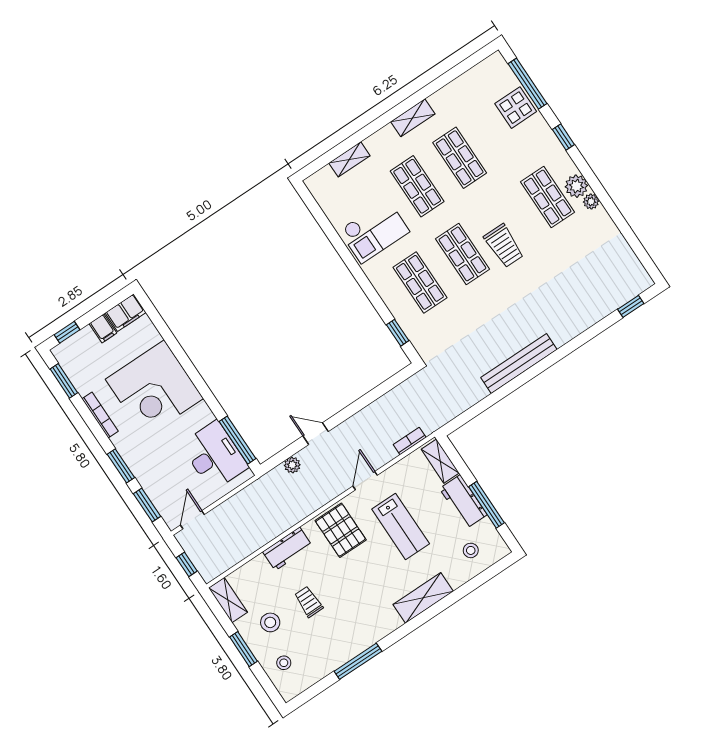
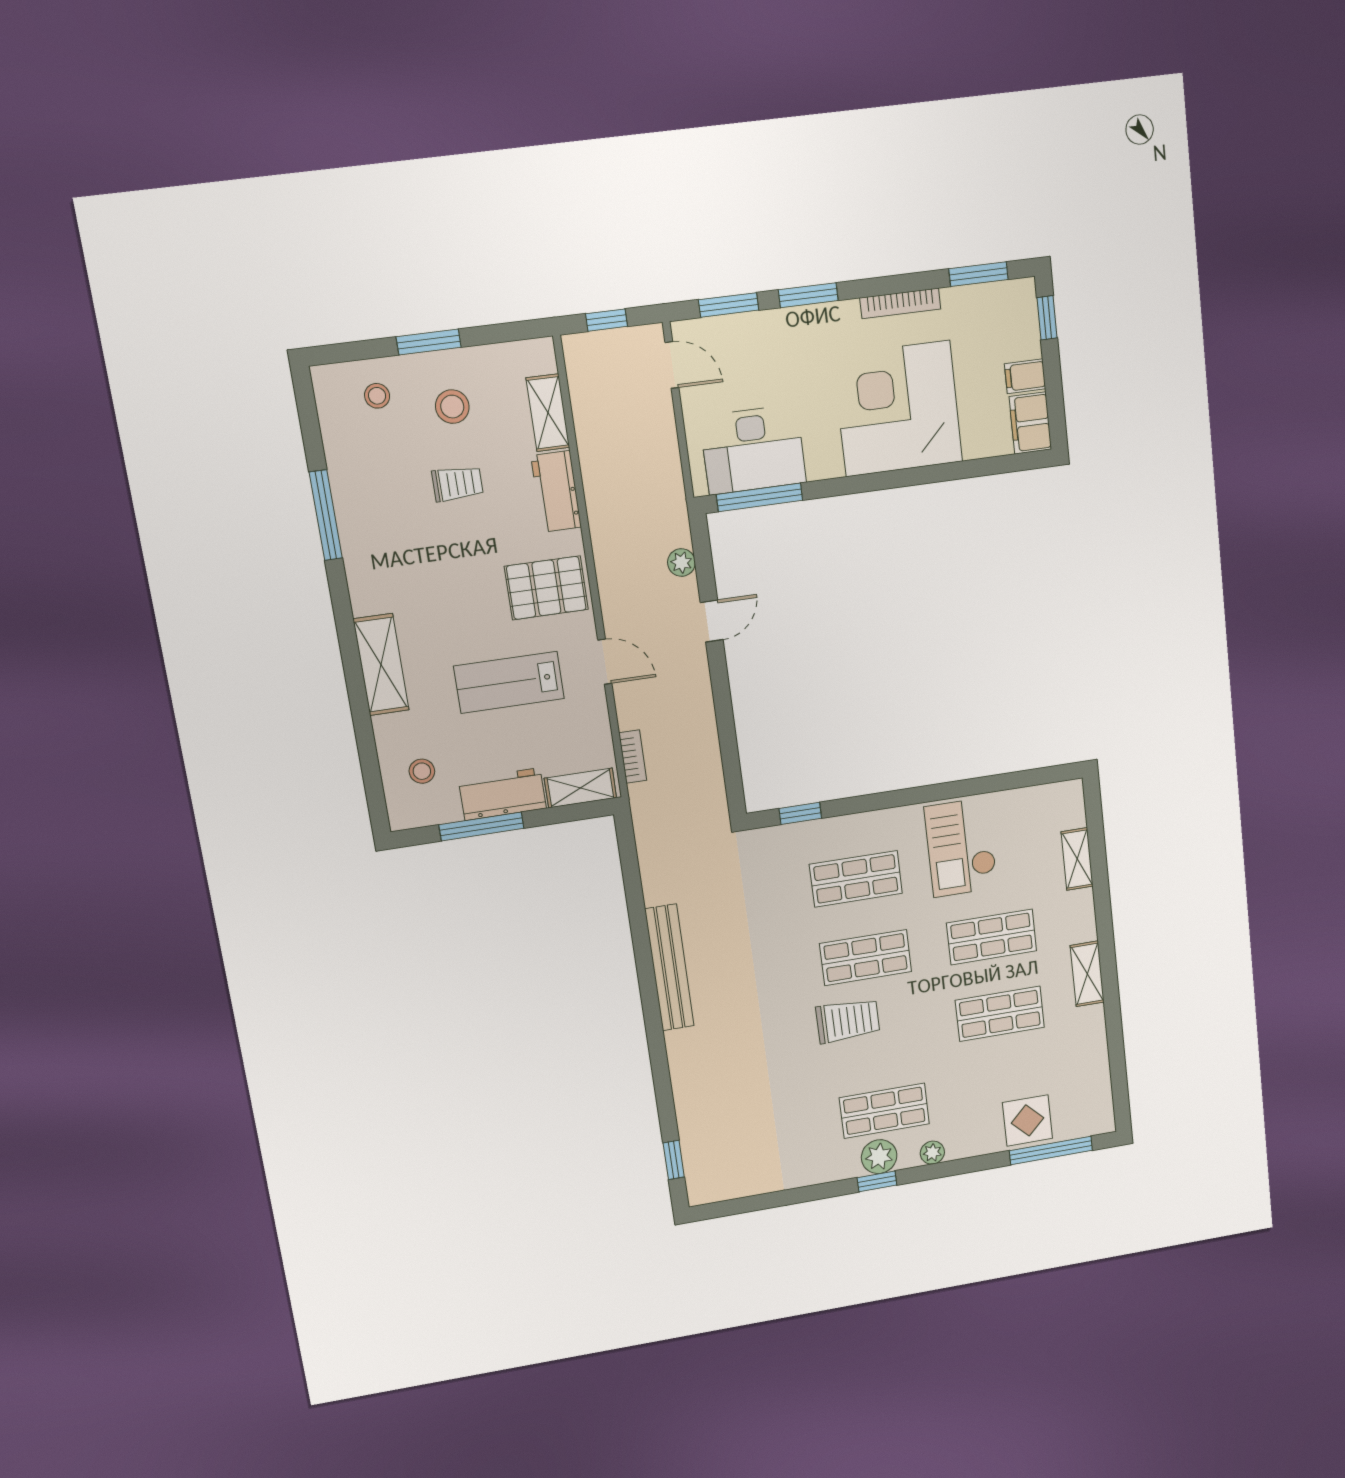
window: (563, 137) -> (877, 1181), moved
plant: (591, 202) -> (932, 1153), moved
trolley: (504, 246) -> (848, 1021), turned 180
shelving: (228, 600) -> (548, 413), moved, turned 90

